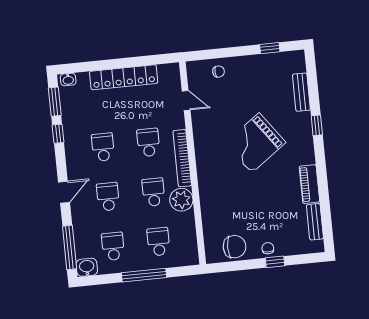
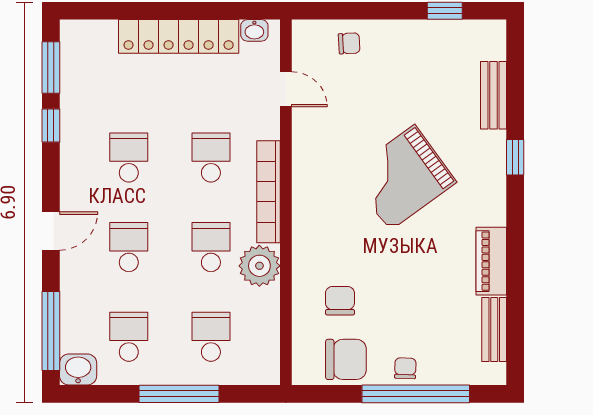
washbasin: (68, 80) -> (254, 30), moved
chair: (228, 214) -> (340, 301), added
window: (275, 262) -> (416, 394), width x3.17

